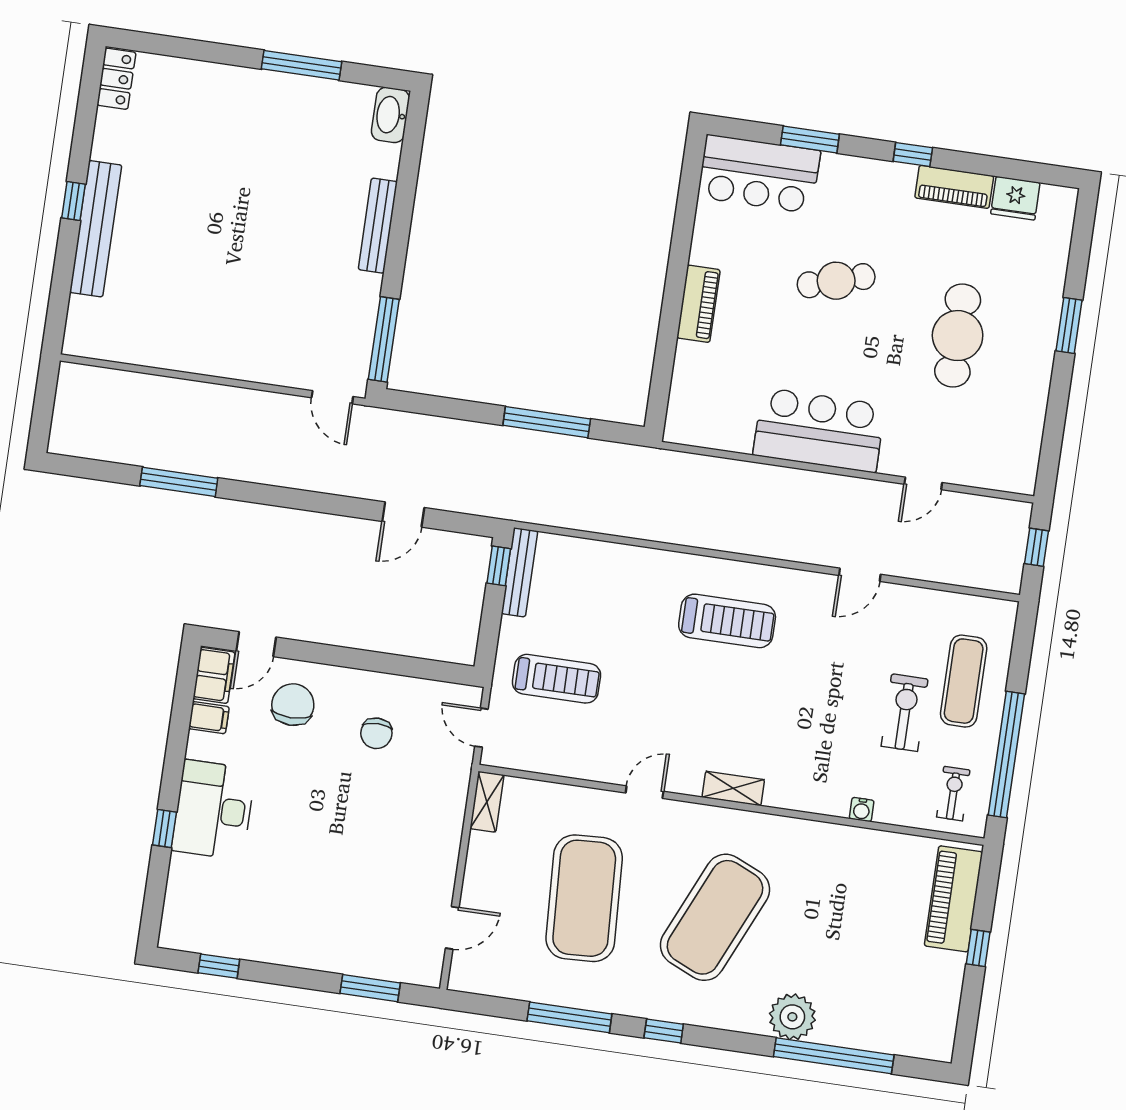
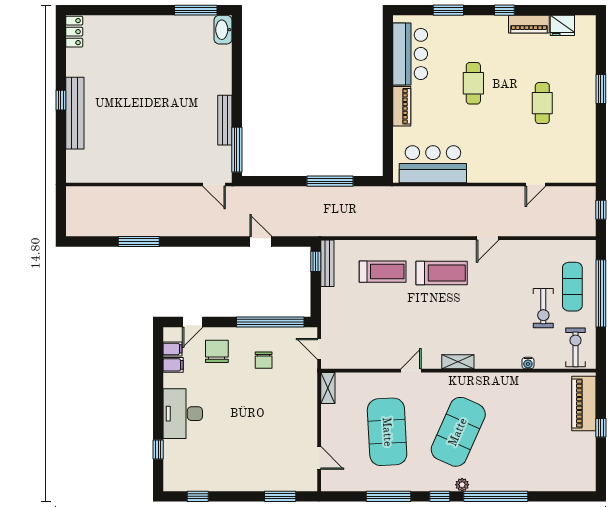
window: (301, 65) -> (196, 10), moved
bar counter: (759, 174) -> (410, 54), moved, turned -90
bench: (378, 226) -> (225, 120), moved
cafe table: (836, 281) -> (473, 83), turned -73
cafe table: (958, 336) -> (542, 103), width x0.73, depth x0.74
bar counter: (819, 430) -> (433, 164), moved
door: (403, 515) -> (261, 242), swing flipped
door: (860, 575) -> (488, 238), moved
window: (399, 665) -> (270, 322), added
filing cabinet: (214, 675) -> (173, 349), width x0.50
treadmill: (556, 679) -> (383, 272), moved
exercise bike: (905, 713) -> (543, 308), turned 180
window: (1006, 754) -> (601, 293), moved
exercise bike: (953, 794) -> (576, 347), width x1.38, depth x1.39
window: (164, 829) -> (158, 449), moved
door: (452, 928) -> (319, 458), hinge flipped
plant: (792, 1017) -> (462, 485), moved, width x0.53, depth x0.53
window: (834, 1056) -> (496, 496), moved

